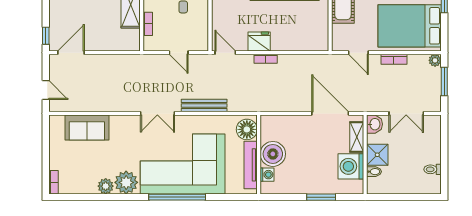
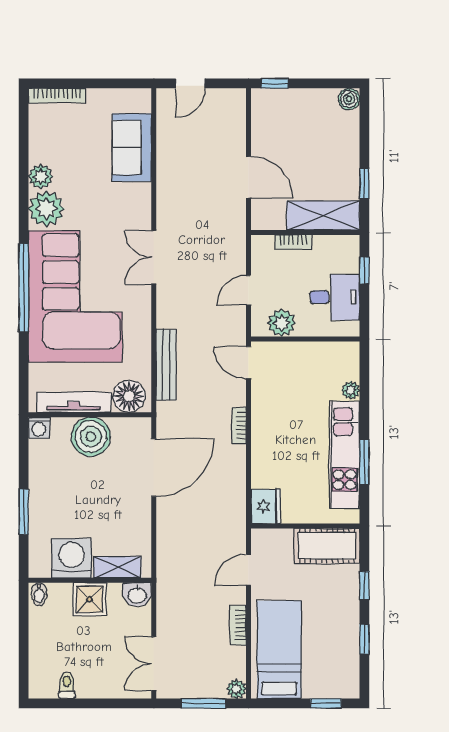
bed: (410, 26) -> (279, 650), width x0.67
plant: (200, 31) -> (282, 323), added
fridge: (259, 42) -> (266, 506), moved
door: (71, 53) -> (248, 177), moved
door: (225, 53) -> (248, 363), swing flipped
bench: (204, 106) -> (166, 365), moved
door: (330, 113) -> (154, 468), moved
double door: (406, 113) -> (154, 664), moved
bidet: (374, 172) -> (39, 594), moved
washing machine: (267, 175) -> (39, 428), moved
bookcase: (54, 182) -> (57, 96), width x1.56

